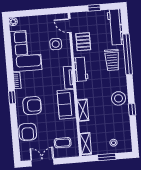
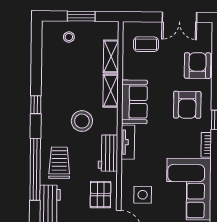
stool: (119, 98) -> (82, 121), moved
armchair: (32, 106) -> (187, 105), turned -90
window: (132, 110) -> (36, 105), moved
shelving: (86, 144) -> (111, 56), moved

